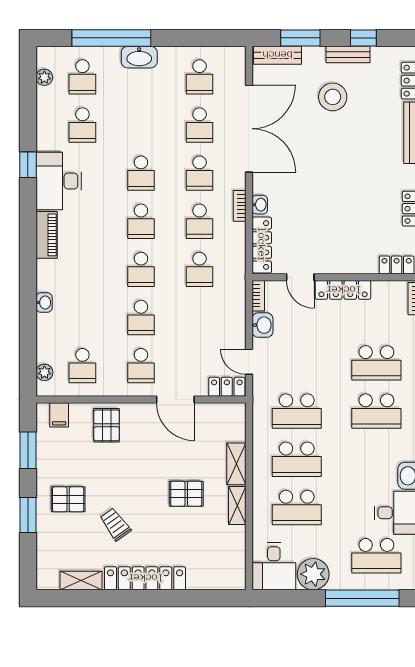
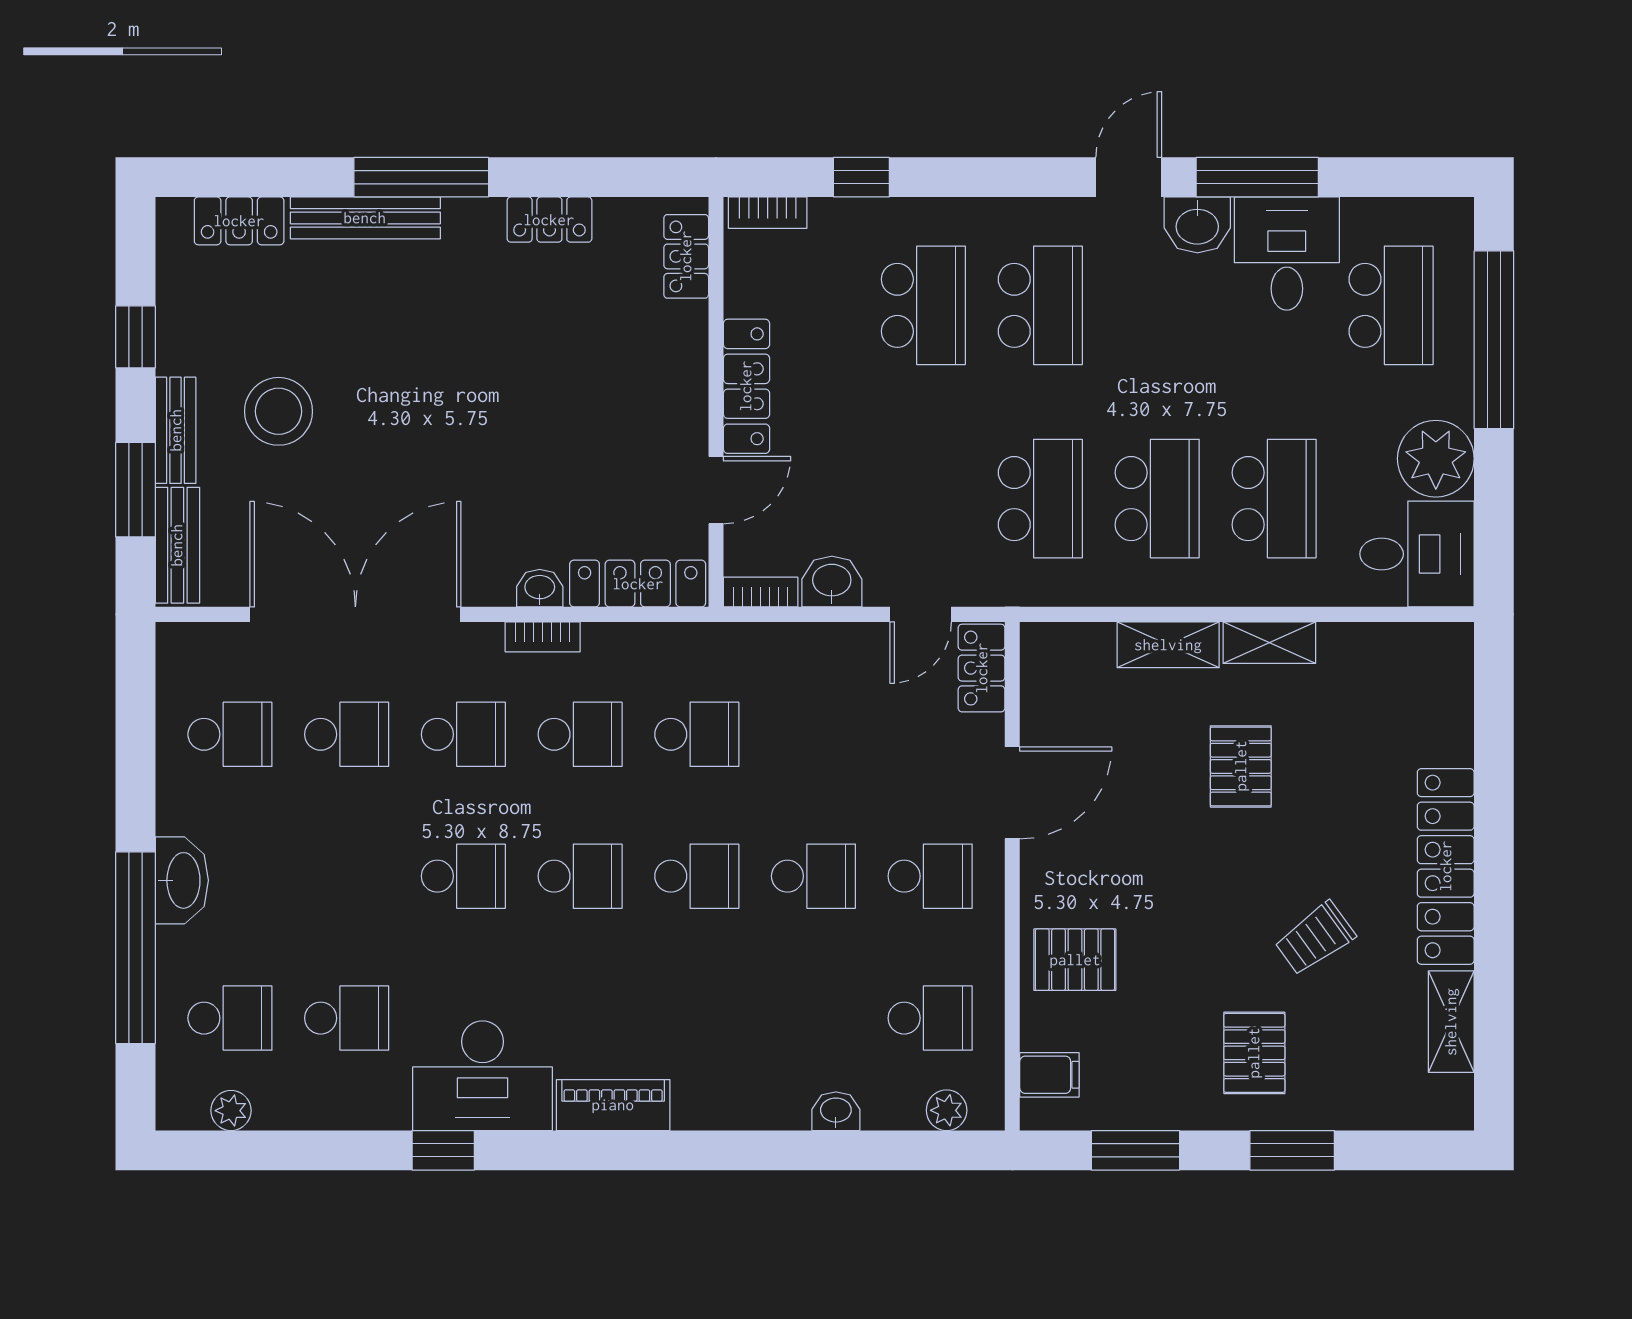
bench: (348, 54) -> (176, 430), moved
washbasin: (44, 303) -> (836, 1111), moved

